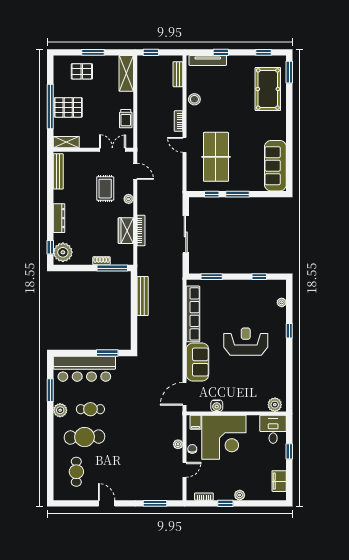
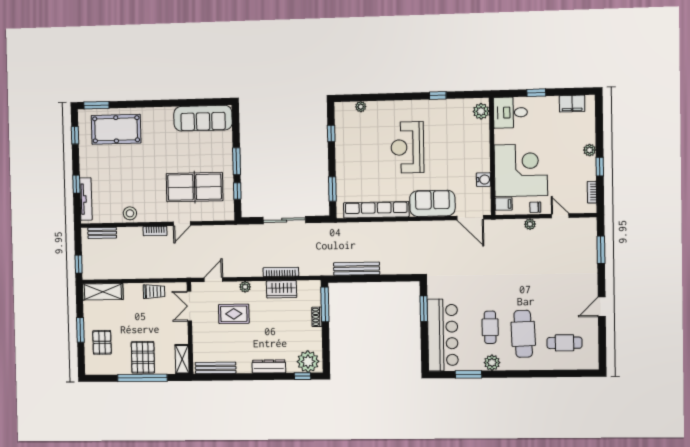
window: (289, 331) -> (438, 95), moved

